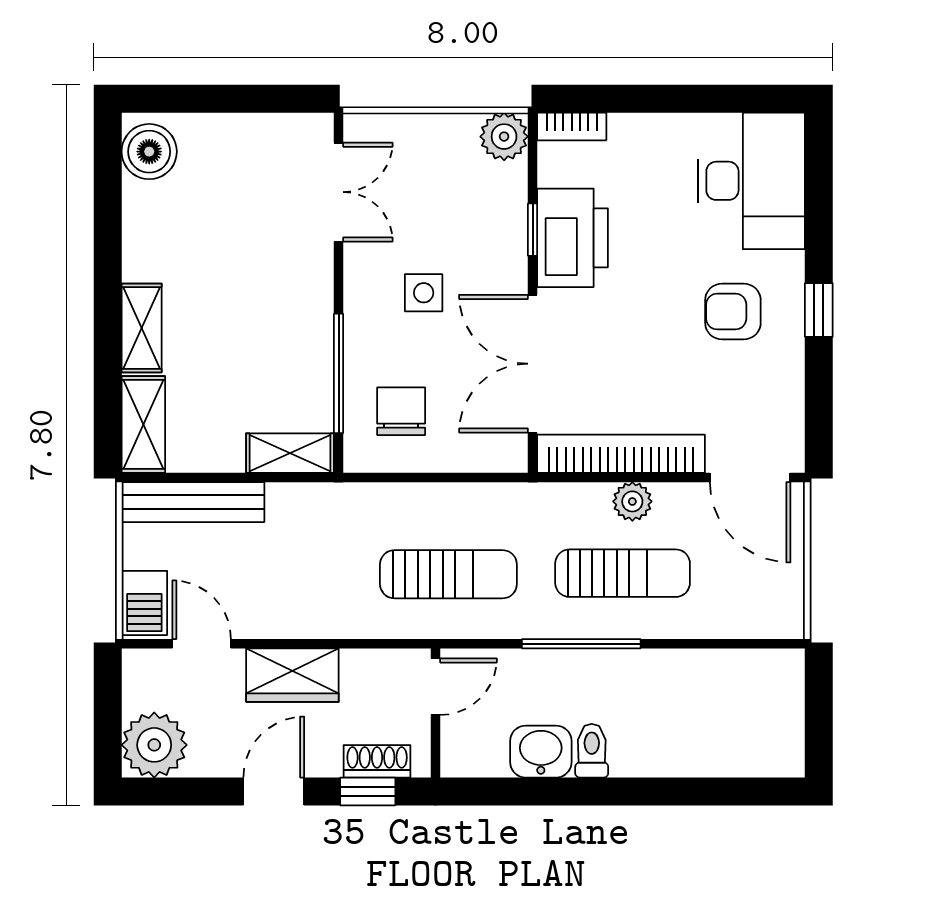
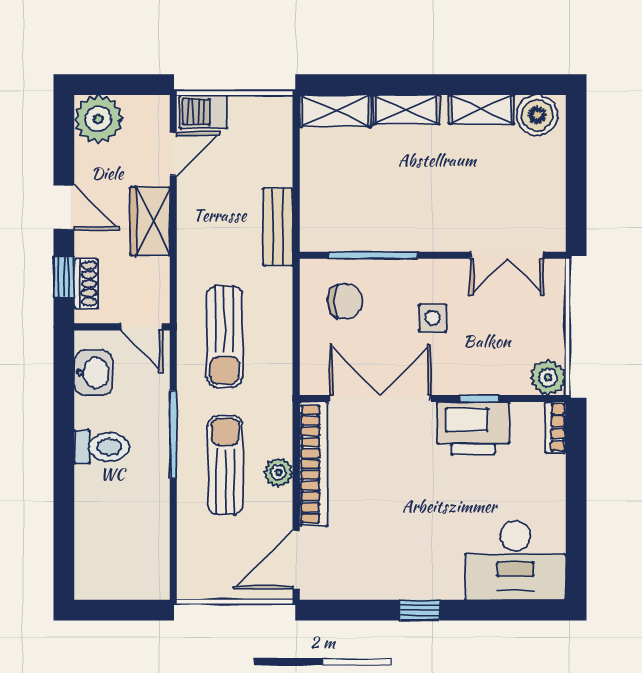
armchair: (733, 312) -> (419, 547), removed
shelving: (290, 453) -> (481, 109), moved, turned 90
bench: (193, 502) -> (278, 227), moved, width x0.73
sun lounger: (623, 573) -> (225, 465), turned 180
toilet: (592, 751) -> (102, 447), width x1.37, depth x1.39
washbasin: (541, 752) -> (93, 373), moved

